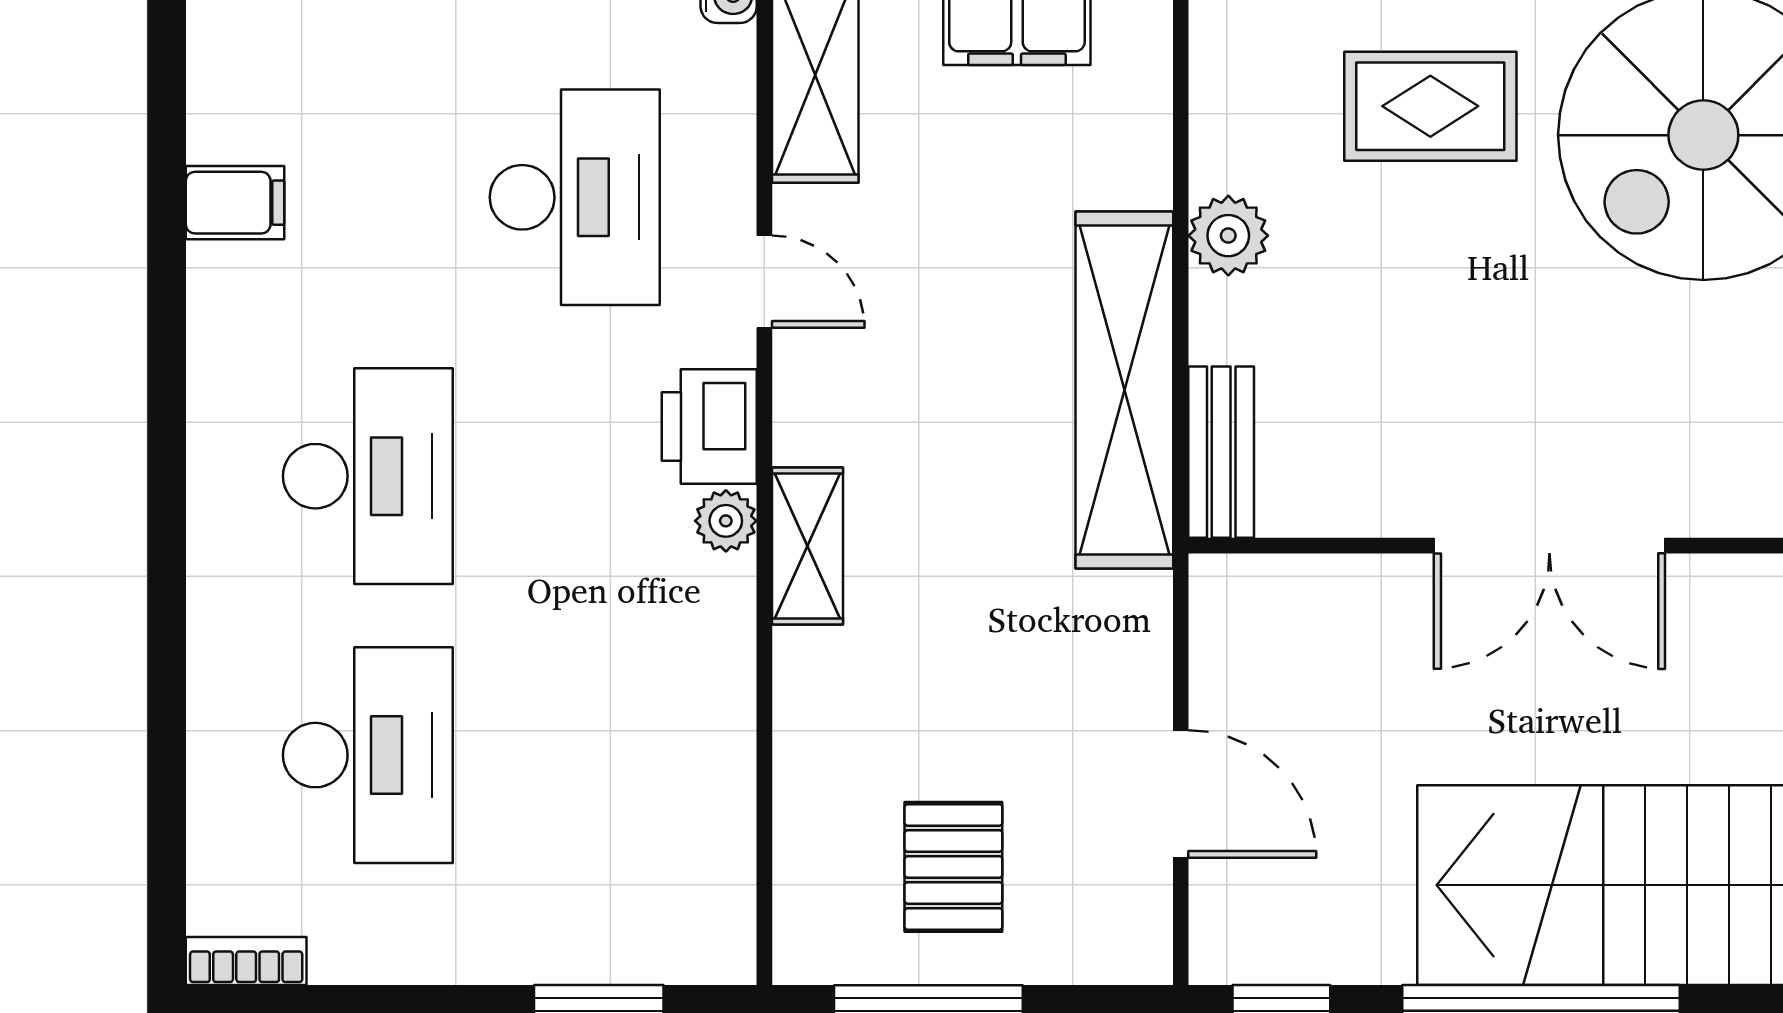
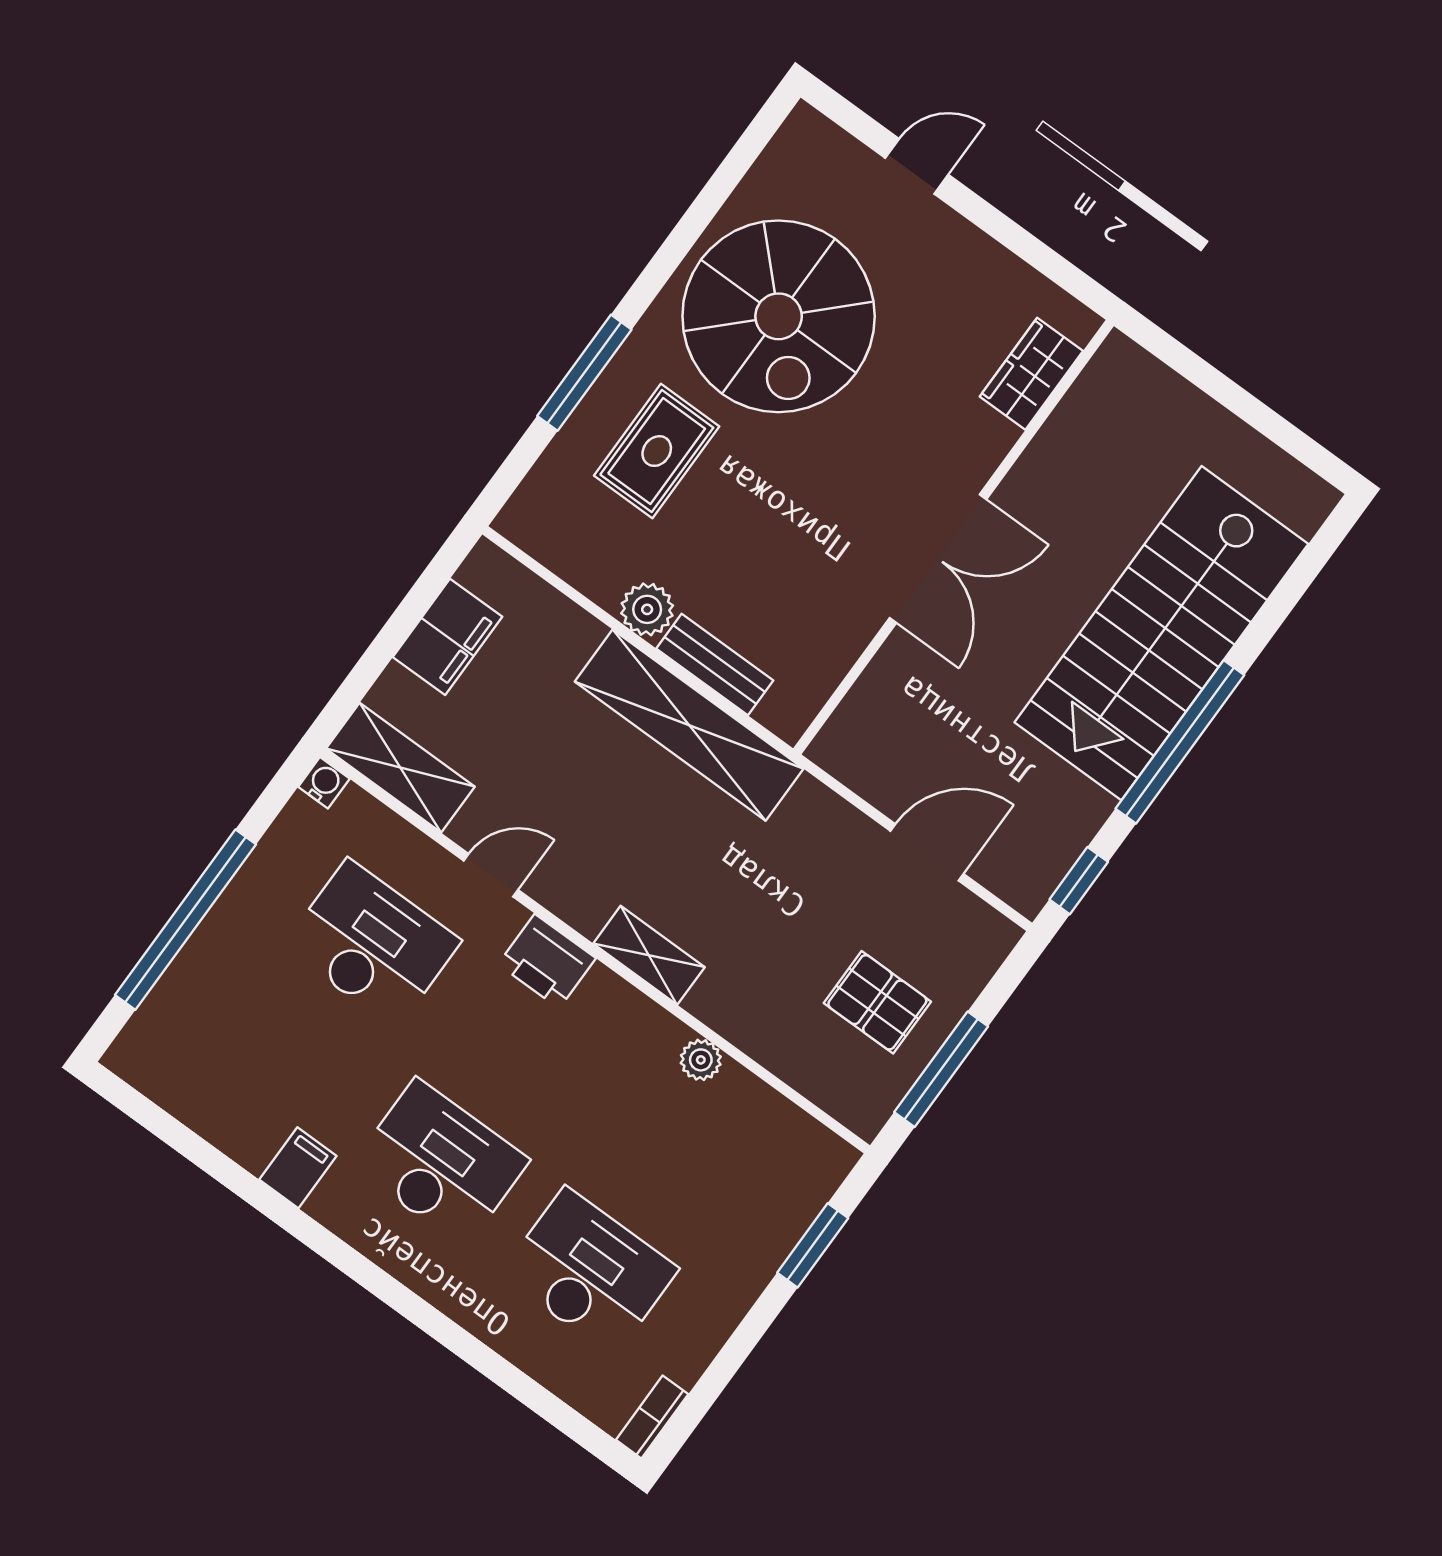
filing cabinet: (235, 203) -> (298, 1168), moved
bench: (1221, 452) -> (715, 665), moved
plant: (726, 521) -> (701, 1060), moved

